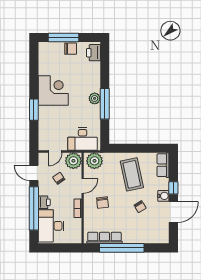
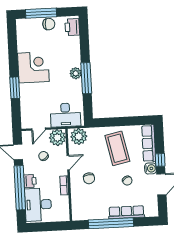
row of seats: (163, 165) -> (149, 143), width x1.48
row of seats: (104, 238) -> (126, 212), moved

